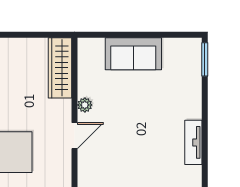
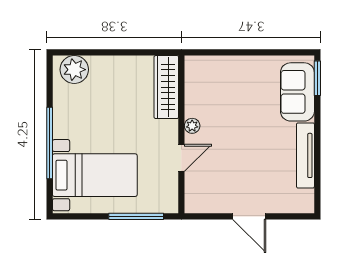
sofa: (133, 54) -> (297, 92), moved, turned 90
tv unit: (193, 142) -> (305, 155), width x1.41

